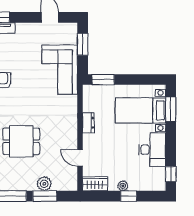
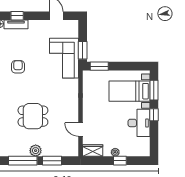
window: (83, 44) -> (83, 50), moved
dresser: (88, 123) -> (87, 101), removed
window: (171, 174) -> (154, 115), moved
plant: (44, 184) -> (36, 151), moved

